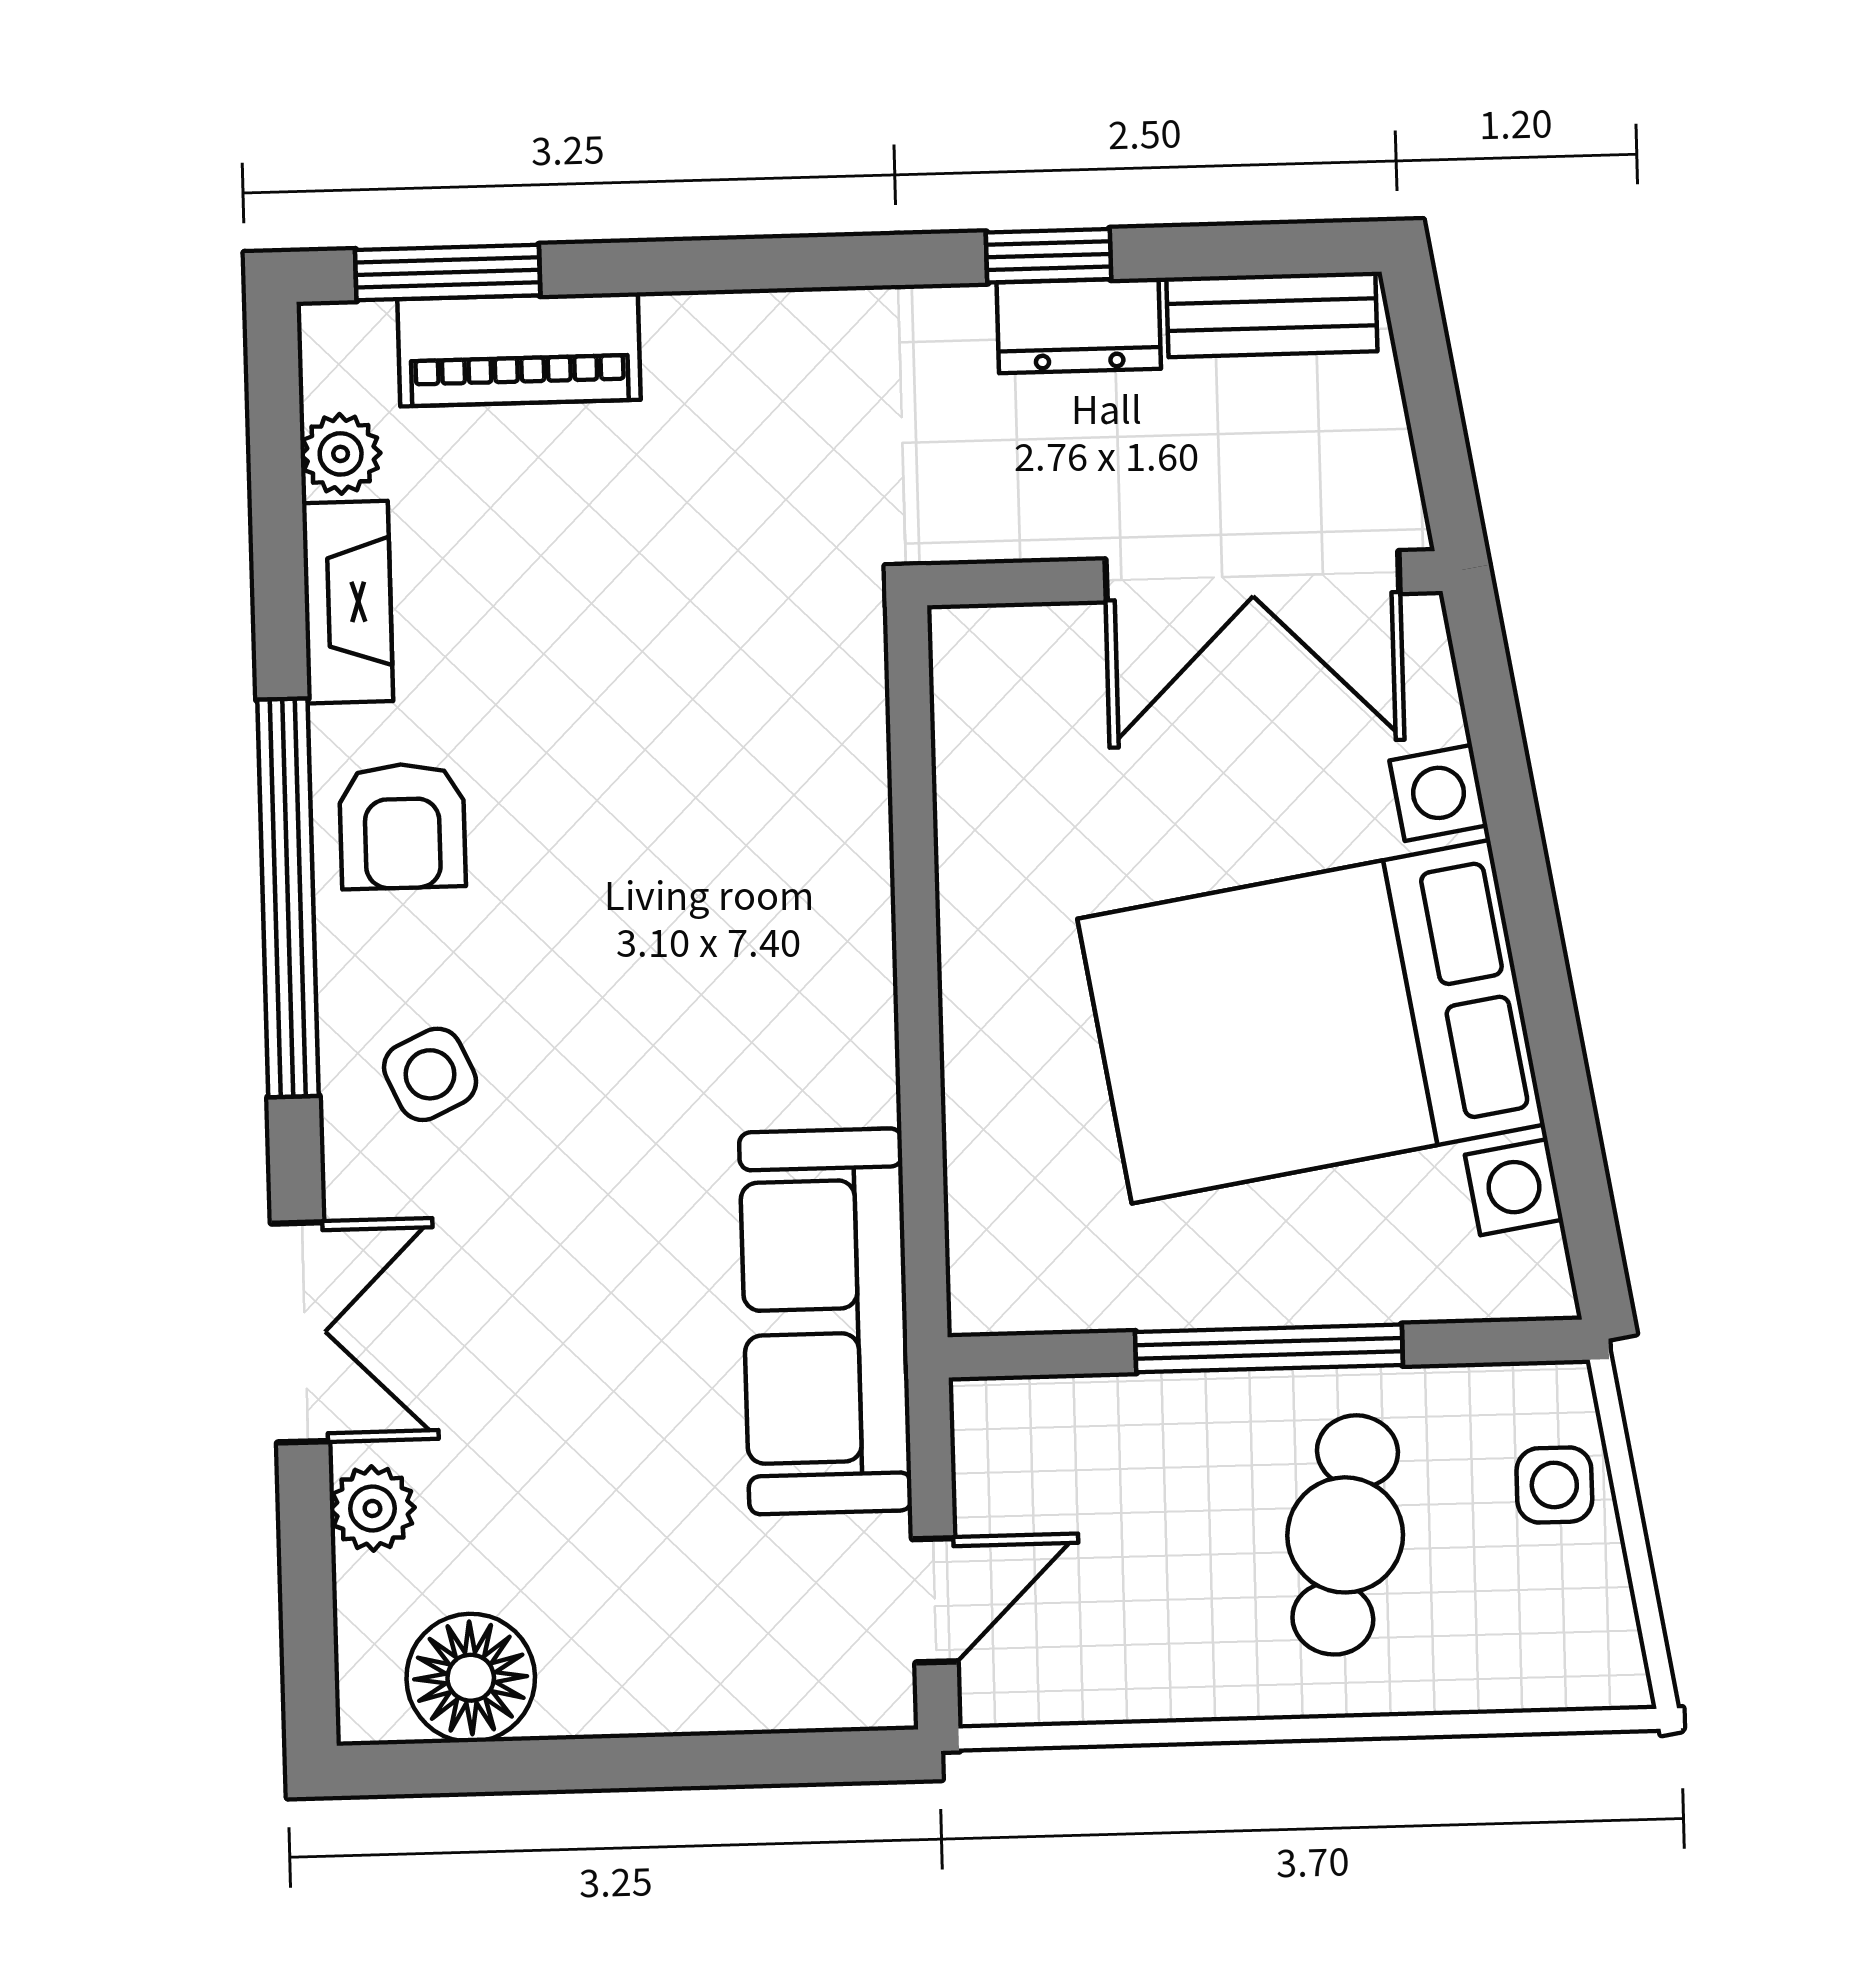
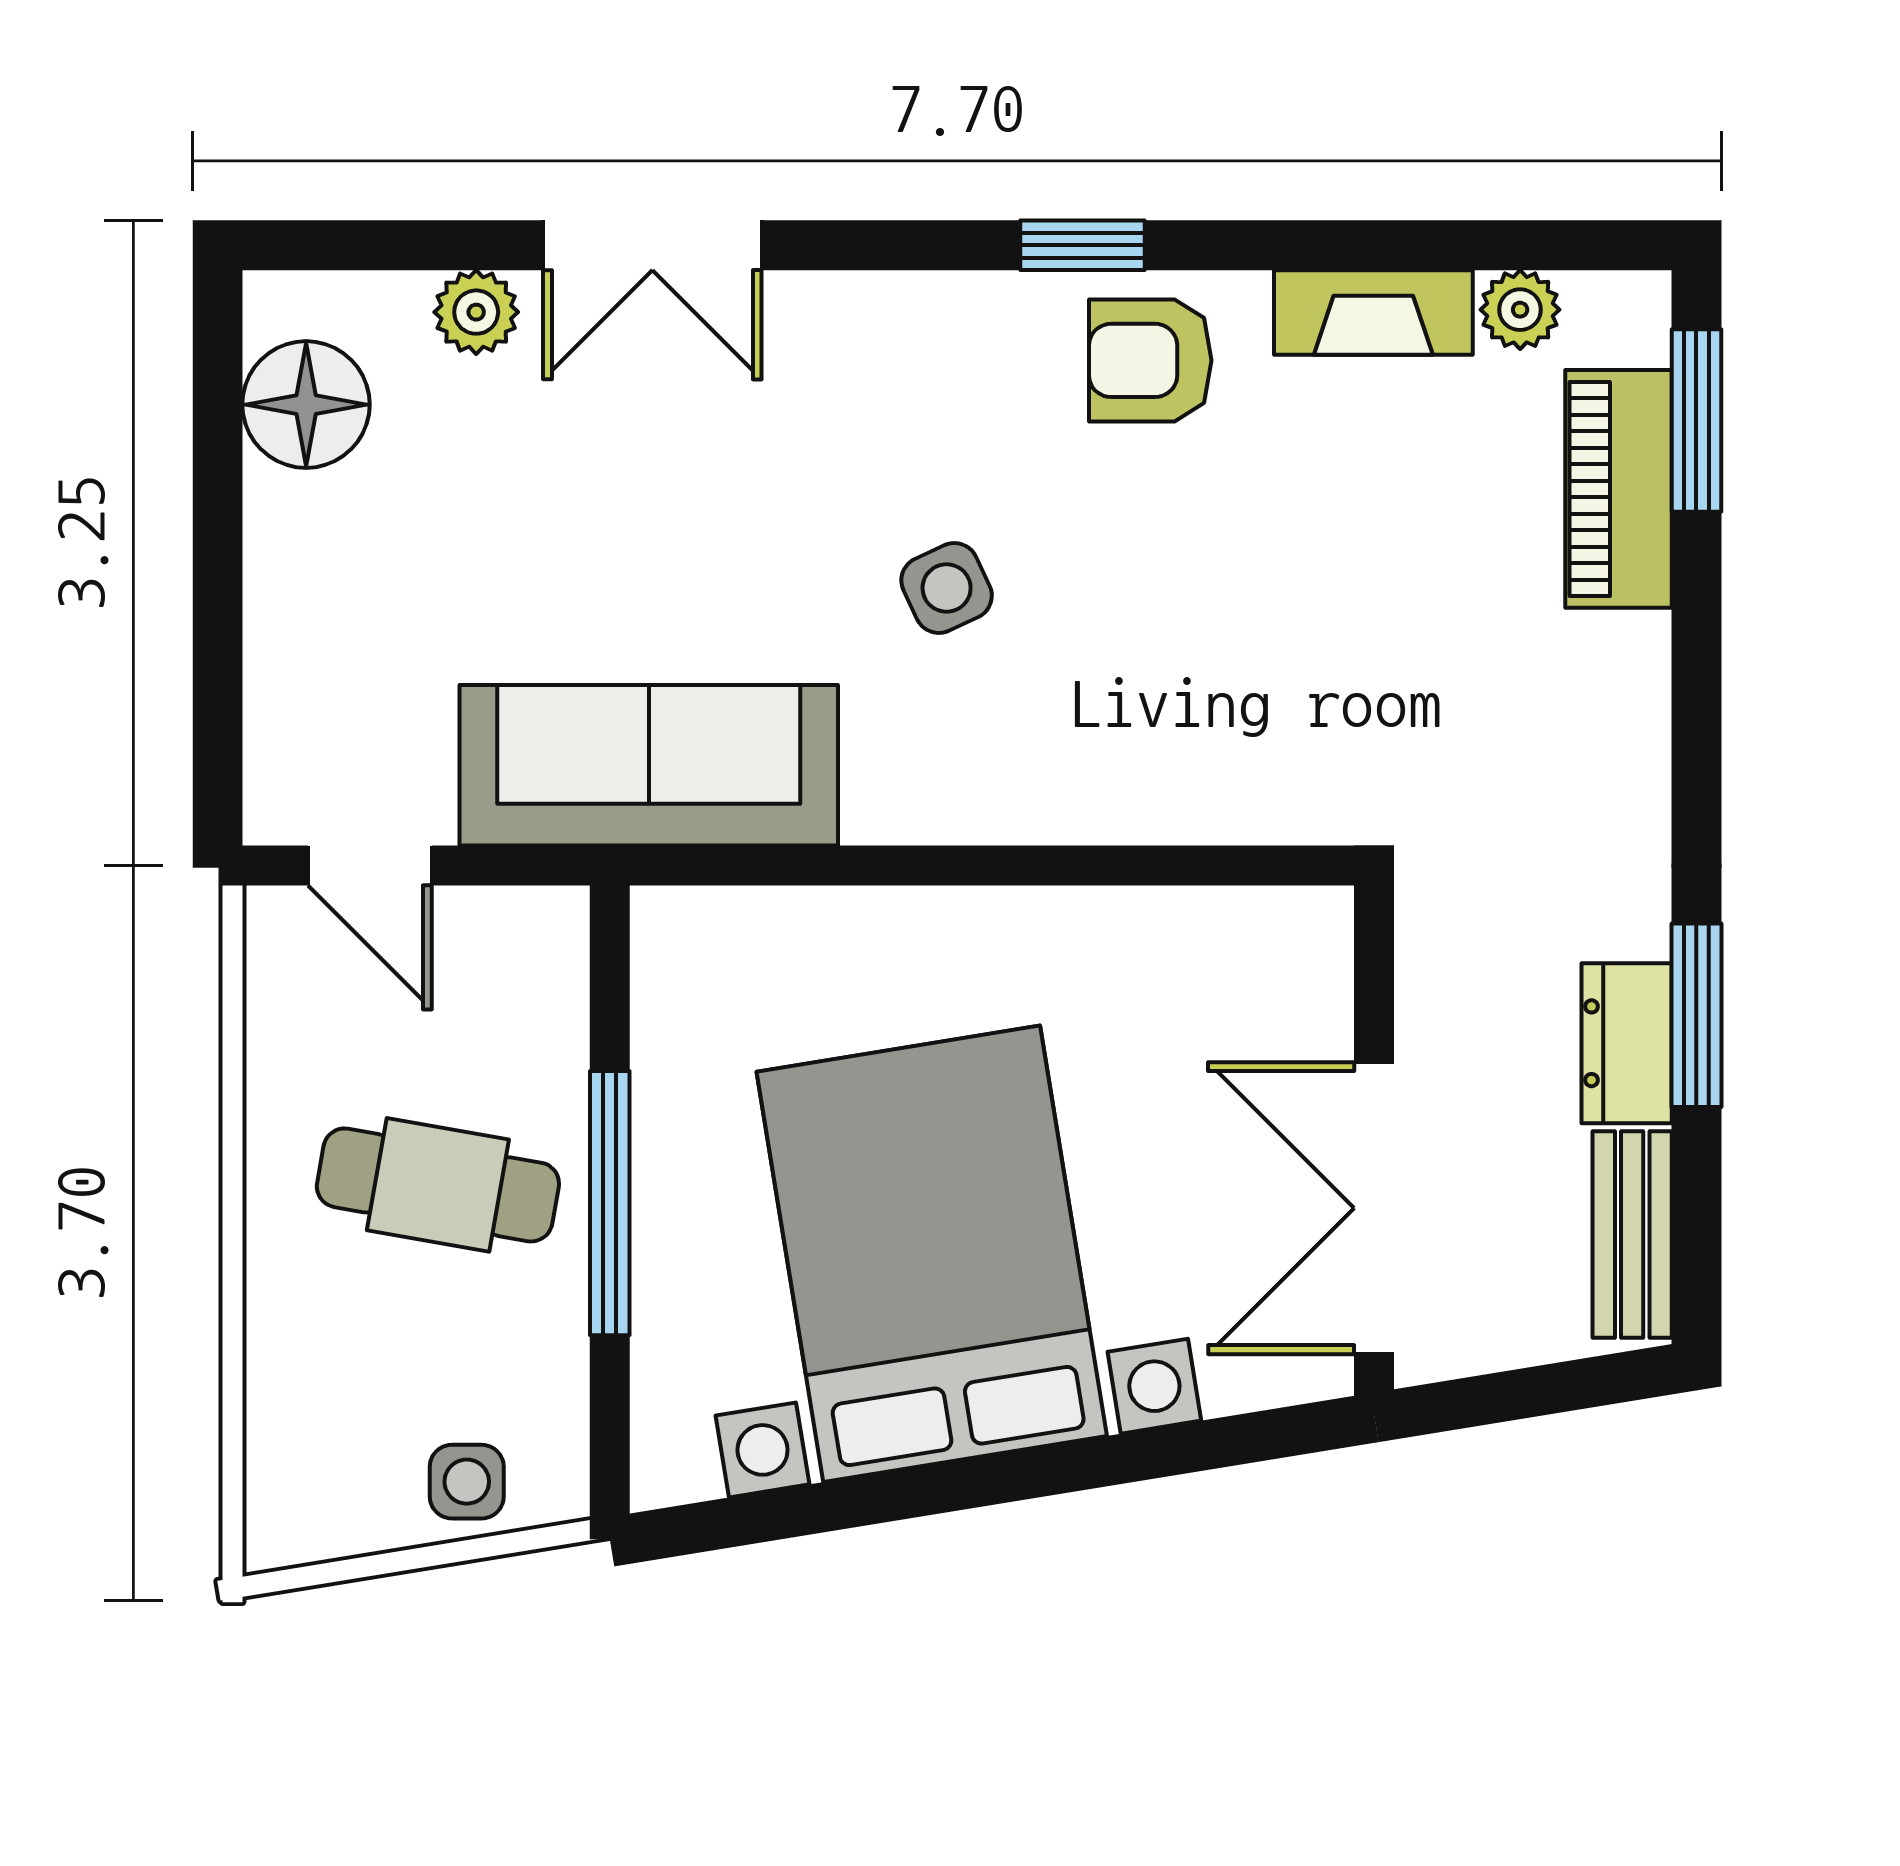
window: (1049, 256) -> (1696, 1015), width x1.50
window: (288, 898) -> (1082, 245), width x0.32
side table: (430, 1074) -> (947, 588), moved
cafe table: (1345, 1535) -> (438, 1185), moved

